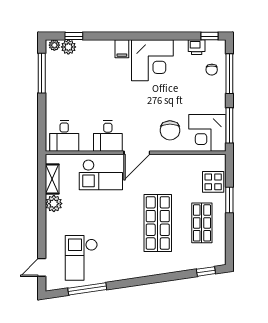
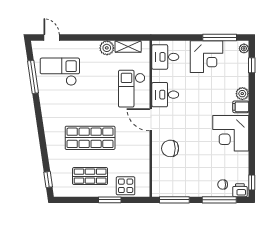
plant: (68, 47) -> (242, 94), moved
printer: (197, 47) -> (240, 190), moved, turned 90
corner desk: (207, 133) -> (206, 57), moved, turned 180

